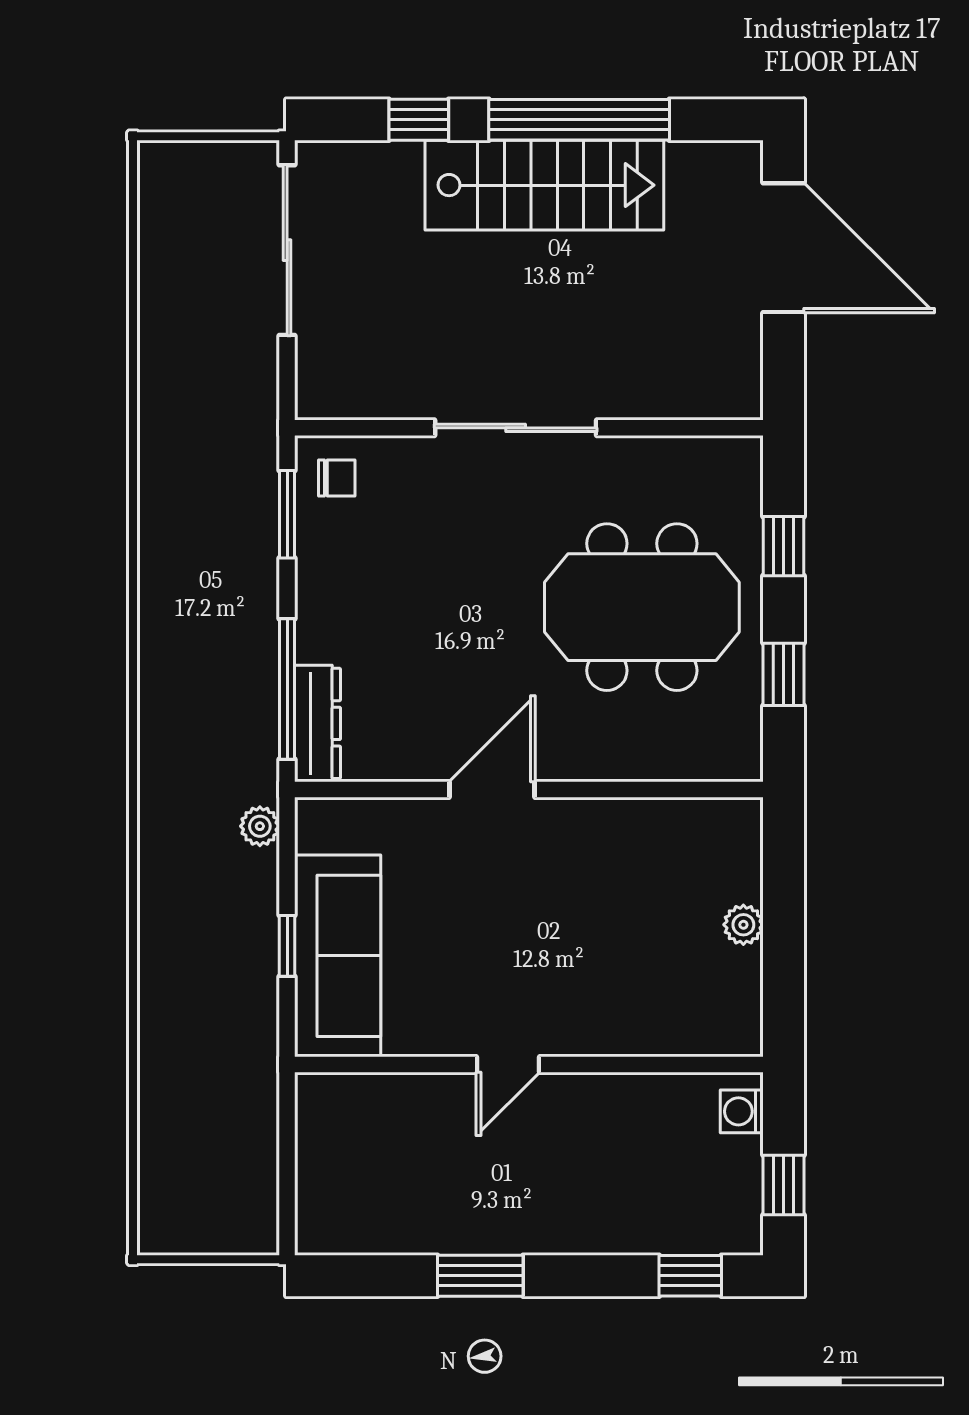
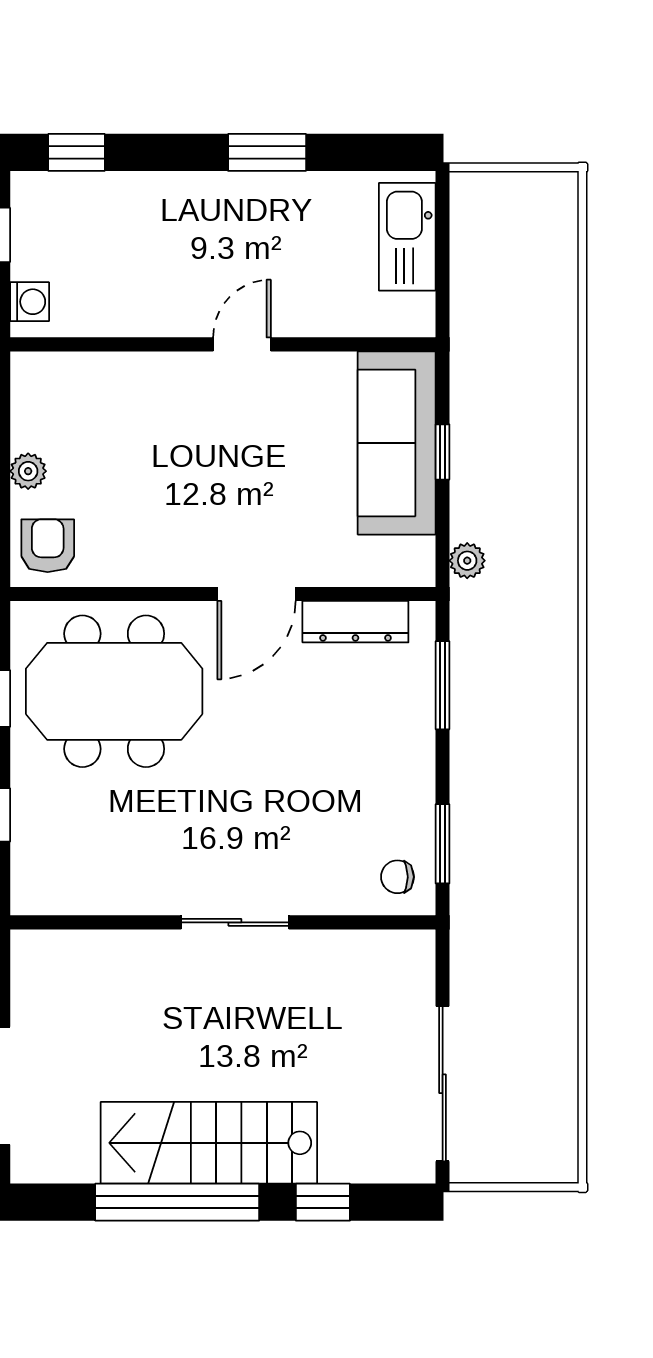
sliding door: (516, 428) -> (235, 922), width x0.73
meeting table: (642, 607) -> (114, 691), moved
window: (287, 689) -> (443, 685), width x0.69
dresser: (318, 723) -> (355, 622), moved, turned -90
armchair: (722, 843) -> (48, 546), added
kitchen sink: (326, 1183) -> (407, 237), added

